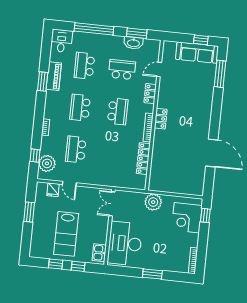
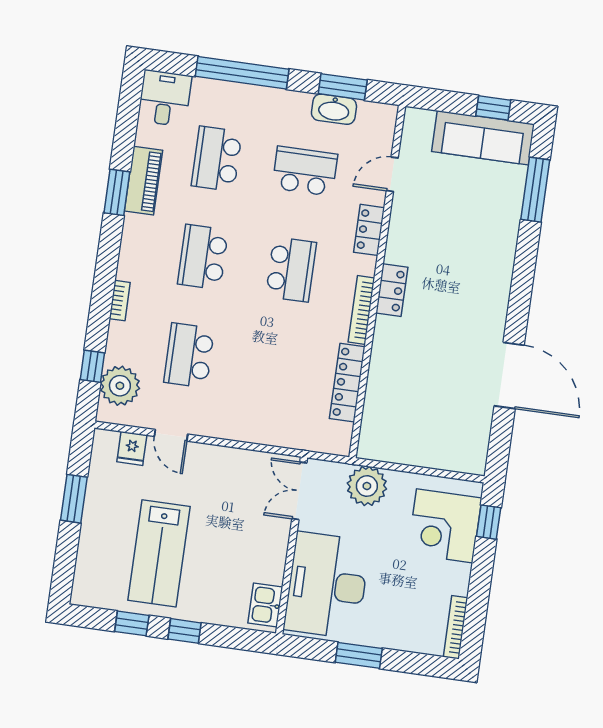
double door: (112, 204) -> (299, 491), moved
wall: (109, 227) -> (292, 546), moved
desk: (125, 243) -> (327, 585), moved
kitchen sink: (99, 253) -> (265, 605), moved

